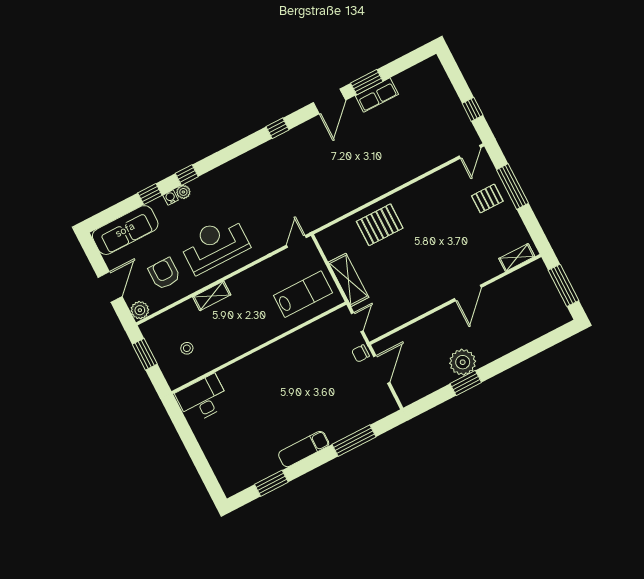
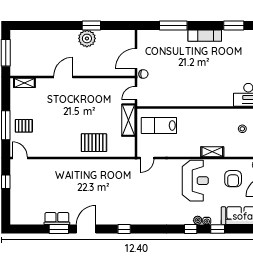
door: (470, 152) -> (20, 158), hinge flipped
reception desk: (214, 244) -> (195, 181), turned -90

